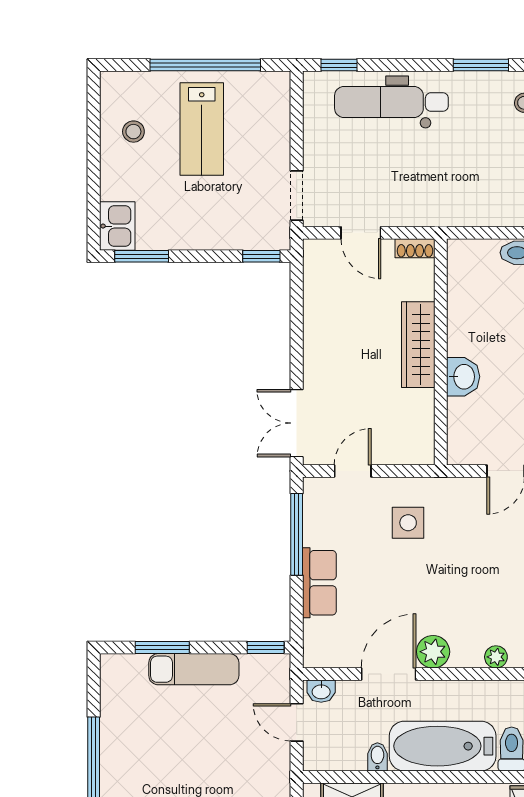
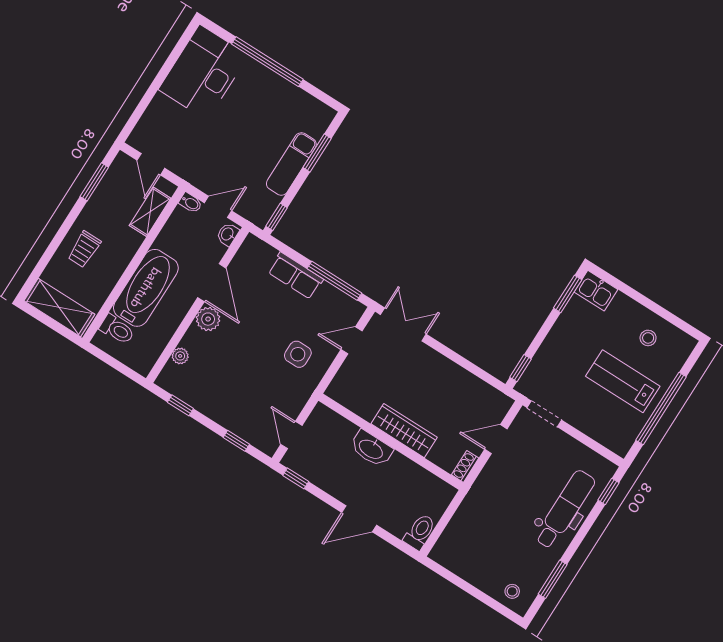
washbasin: (463, 377) -> (371, 449), width x1.38
door: (353, 471) -> (352, 340), swing flipped
bidet: (377, 757) -> (190, 203), moved

